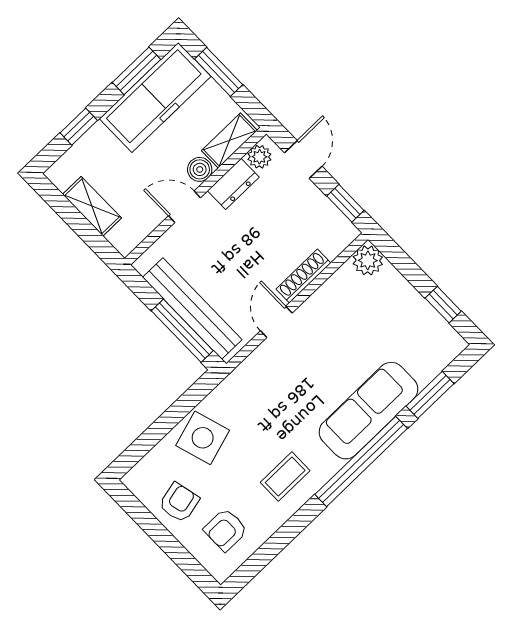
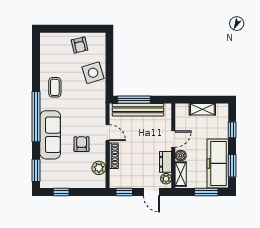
plant: (368, 260) -> (99, 168), moved
window: (430, 395) -> (36, 170), moved
armchair: (226, 530) -> (82, 144), moved

